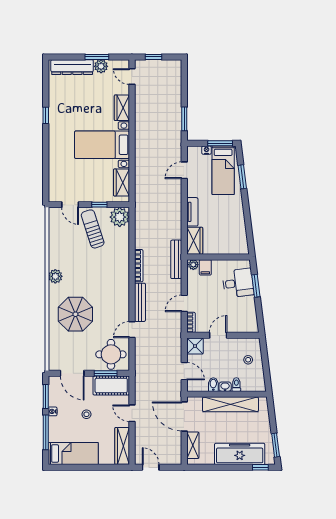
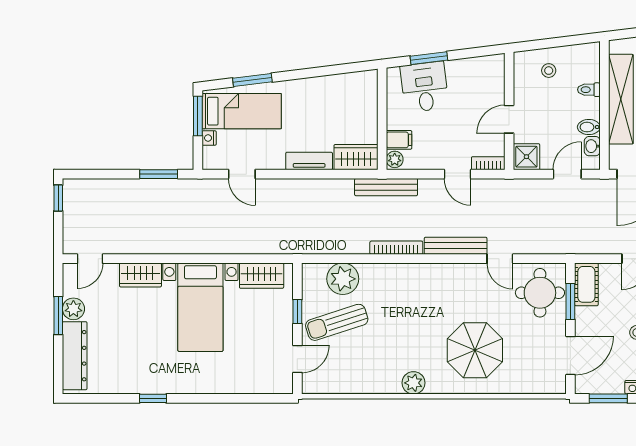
window: (154, 57) -> (58, 198), moved
plant: (120, 217) -> (343, 279), moved
door: (218, 335) -> (509, 119), hinge flipped
cot: (111, 385) -> (586, 284), width x0.73, depth x0.75
washbasin: (225, 387) -> (592, 146), moved

